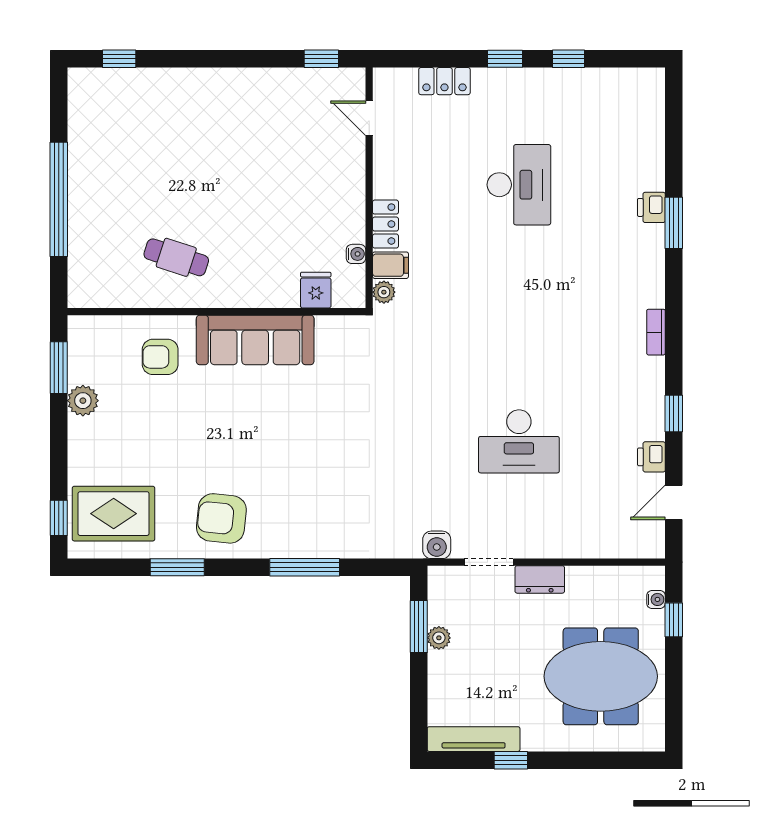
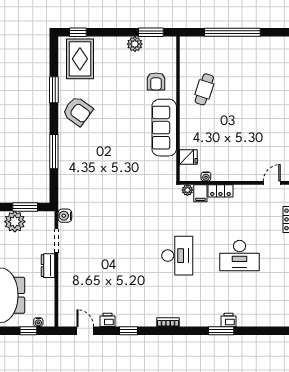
armchair: (160, 357) -> (156, 82), turned 180
desk: (519, 441) -> (177, 256), moved, turned 180
armchair: (221, 518) -> (78, 111), turned 120
plant: (439, 638) -> (15, 222), width x1.88, depth x1.88

